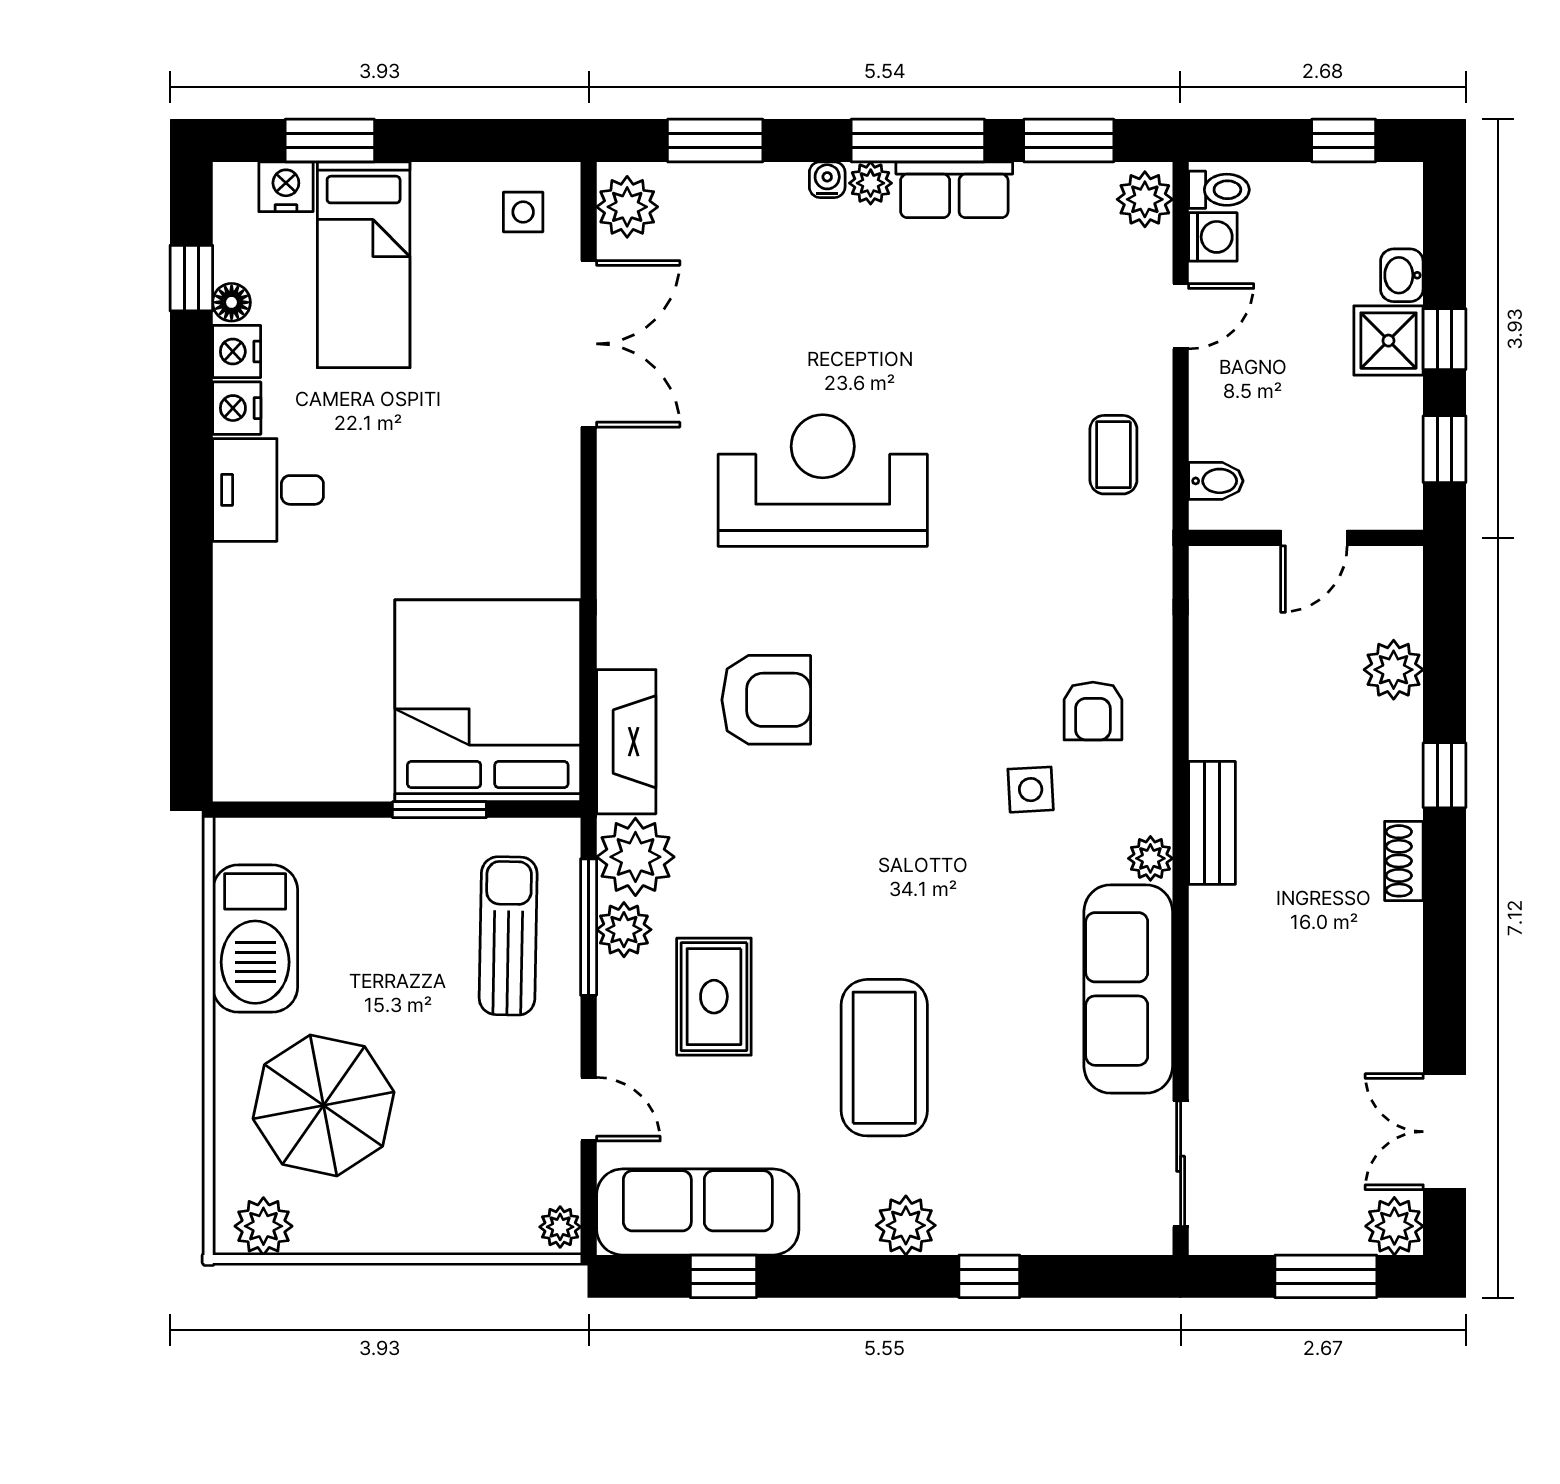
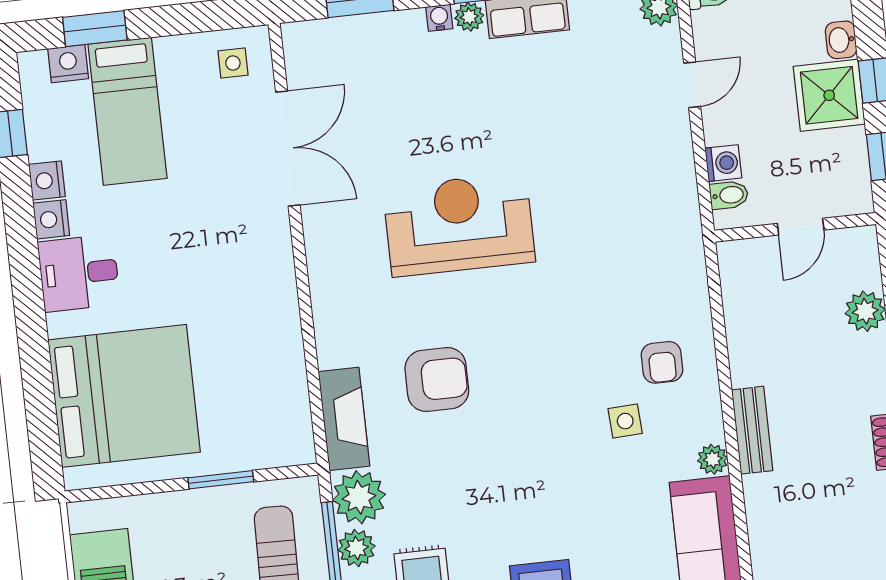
plant: (627, 207) -> (304, 52), removed
washing machine: (1213, 237) -> (723, 163), moved
floor lamp: (232, 302) -> (40, 147), removed
shower: (1388, 341) -> (829, 95), width x1.36, depth x1.36
coffee table: (1113, 455) -> (657, 185), removed
bed: (488, 701) -> (124, 396), moved, turned 90

